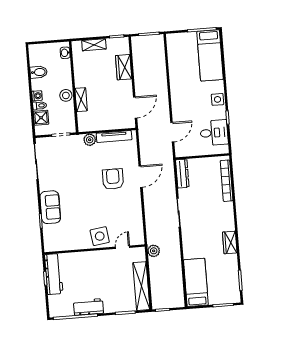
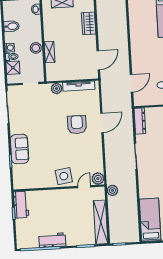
plant: (137, 238) -> (98, 179), added
workbench: (54, 274) -> (21, 205), width x0.73

